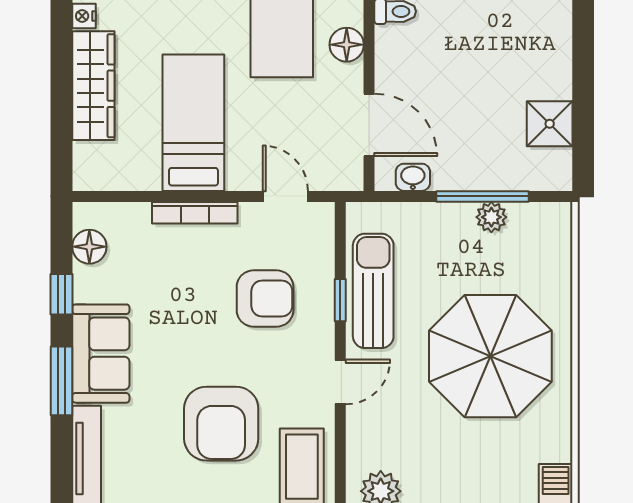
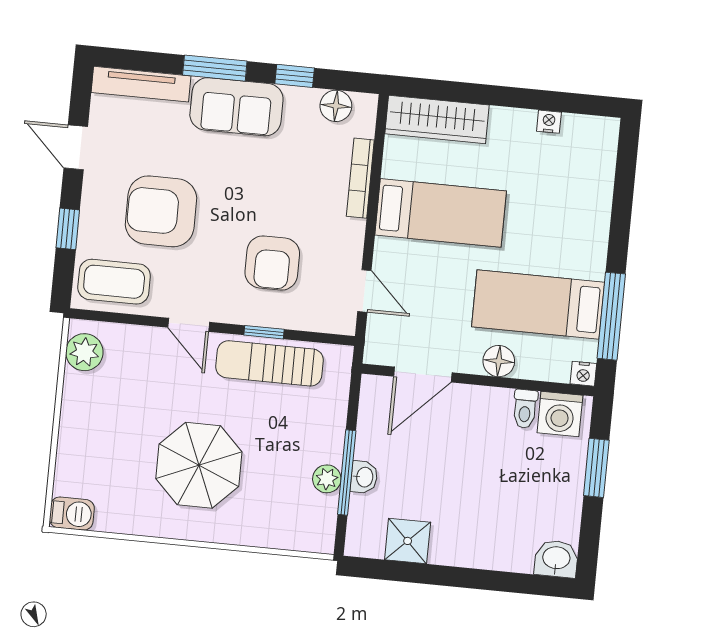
wardrobe: (93, 86) -> (437, 119), moved
washbasin: (413, 177) -> (364, 477), moved
door: (285, 196) -> (364, 291), hinge flipped
bookcase: (195, 213) -> (360, 178), moved
sun lounger: (373, 291) -> (270, 363), turned 180
parasol: (490, 356) -> (199, 465), width x0.73, depth x0.73

